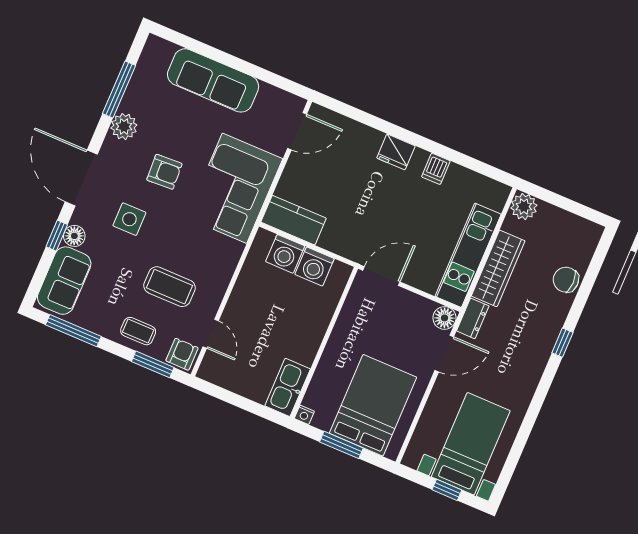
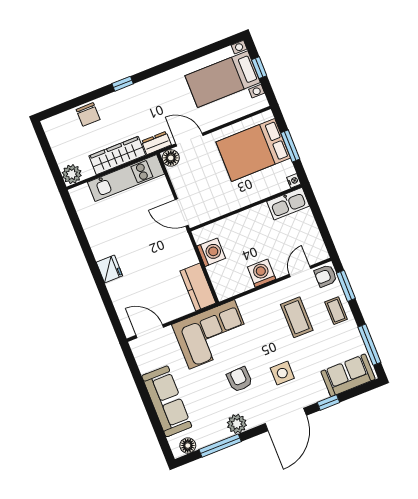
dishwasher: (436, 169) -> (98, 239), removed
floor lamp: (74, 236) -> (188, 446), moved
washing machine: (285, 254) -> (262, 273), moved, turned -90

